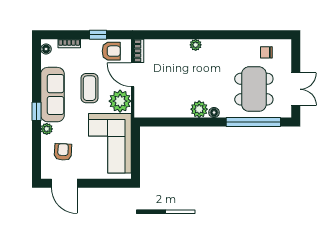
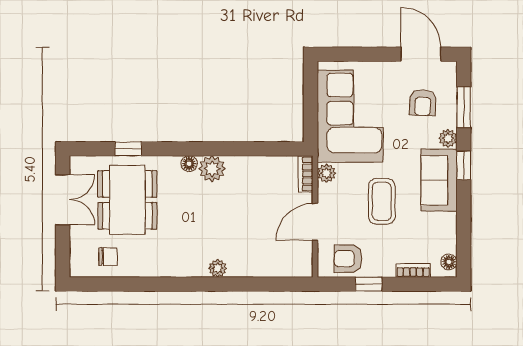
bookcase: (139, 51) -> (305, 174), moved
door: (133, 75) -> (315, 222), swing flipped
double door: (296, 89) -> (63, 200), swing flipped
sofa: (53, 95) -> (439, 180), width x0.73
plant: (120, 101) -> (326, 173), width x0.53, depth x0.53
window: (253, 122) -> (128, 149), width x0.32
window: (37, 149) -> (464, 107), added

